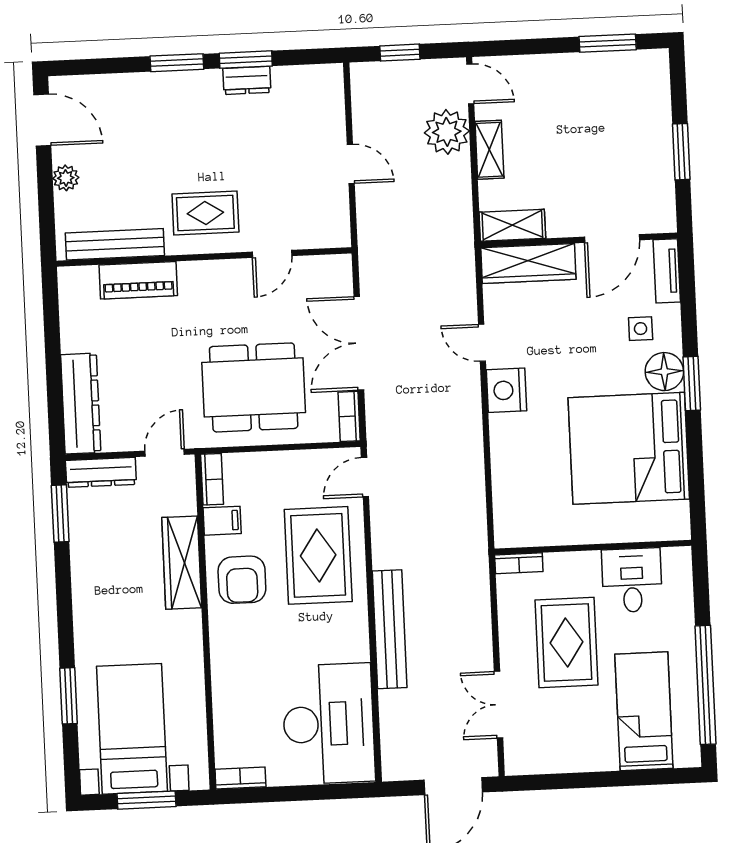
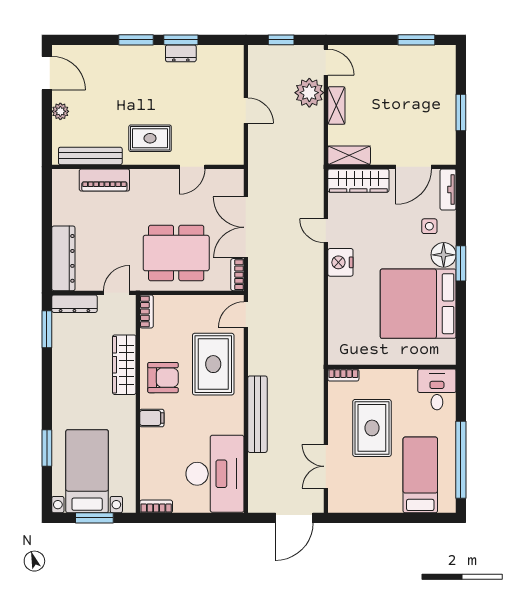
filing cabinet: (222, 521) -> (152, 418), moved
armchair: (242, 580) -> (163, 378), turned -90
desk: (632, 580) -> (437, 389), moved

